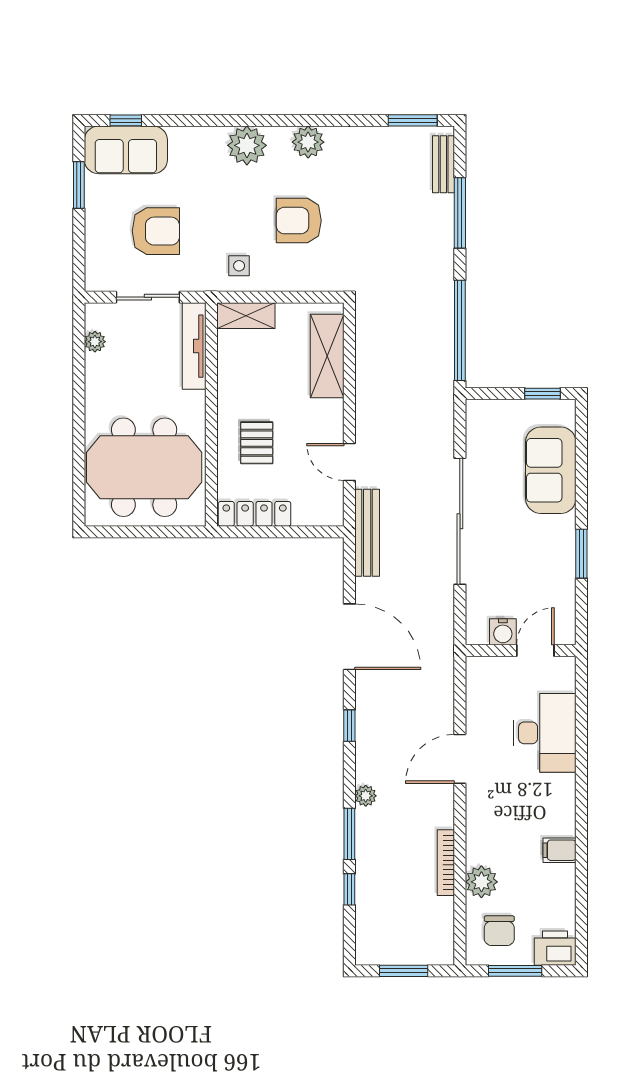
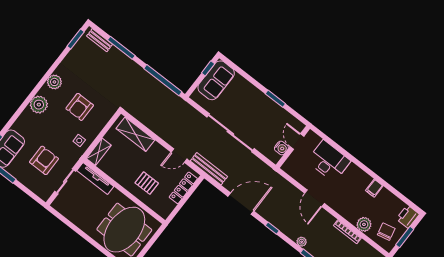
plant: (95, 342) -> (66, 212), removed
sofa: (551, 470) -> (216, 80), moved, turned -90
locker: (255, 514) -> (183, 188), moved
chair: (499, 931) -> (386, 232), turned -103

